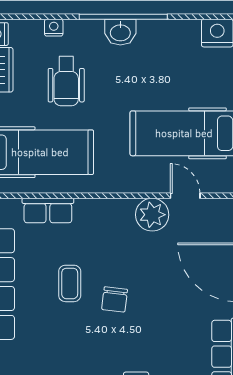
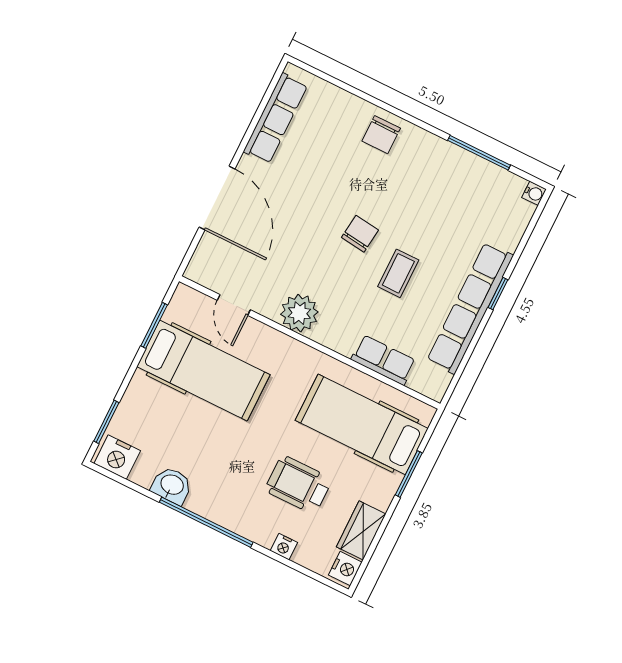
washbasin: (120, 32) -> (172, 485), moved
wheelchair: (66, 81) -> (298, 485), turned -90
plant: (152, 215) -> (299, 313), moved

